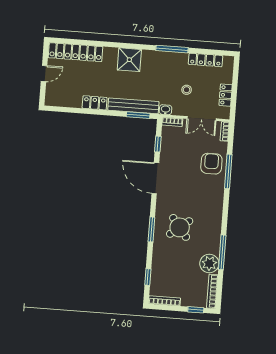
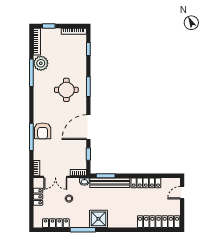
shower: (129, 60) -> (98, 219), moved
door: (44, 73) -> (182, 193), moved
locker: (95, 103) -> (146, 183), width x1.53
double door: (202, 119) -> (55, 177), swing flipped
armchair: (211, 164) -> (43, 131), moved
door: (155, 178) -> (88, 127), swing flipped
round table: (180, 227) -> (66, 90), turned 38

